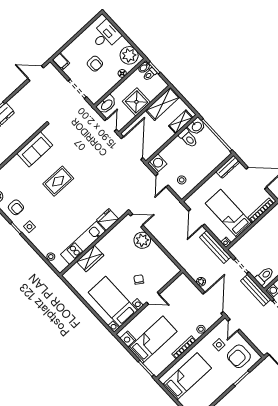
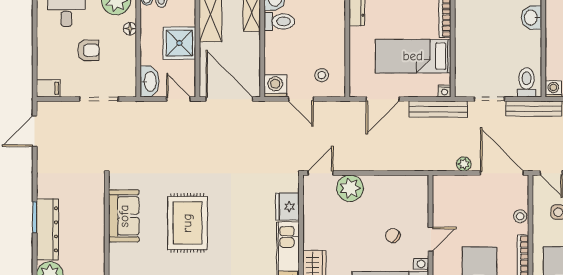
rug: (58, 181) -> (187, 223), width x1.36, depth x1.43
door: (196, 218) -> (383, 99), hinge flipped

